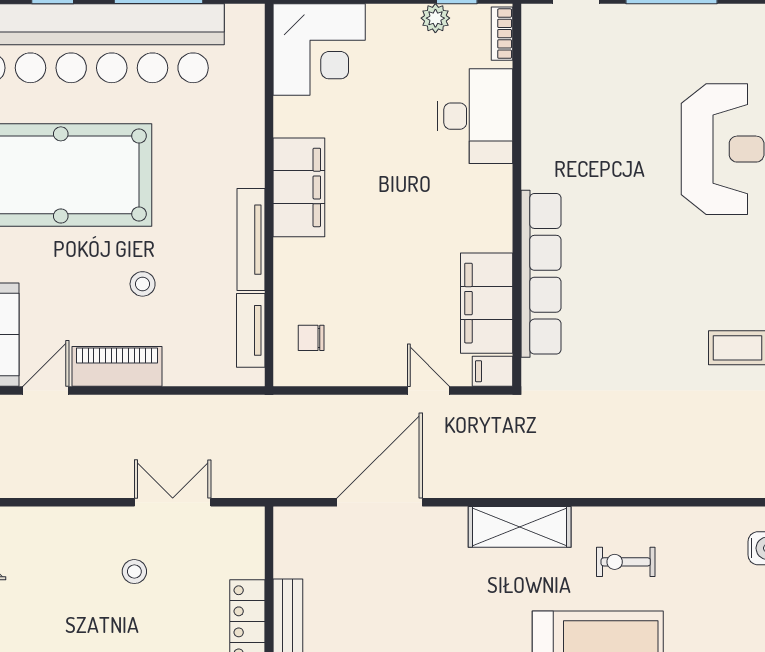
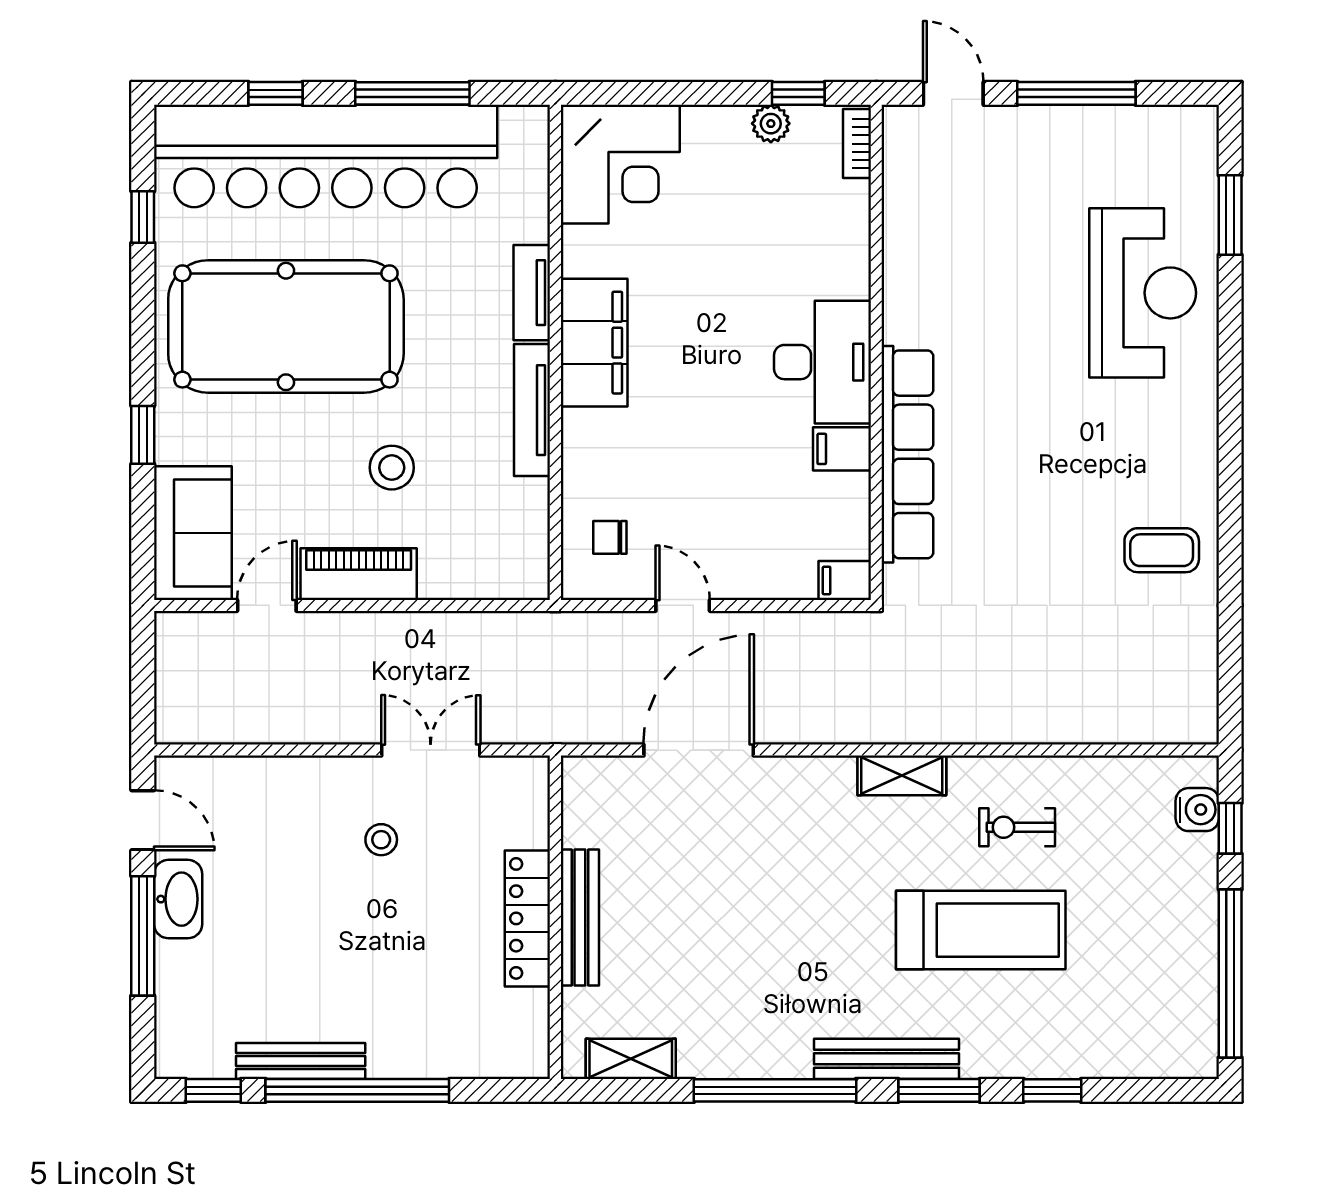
desk: (475, 116) -> (822, 362), moved
stool: (143, 284) -> (392, 468), width x1.37, depth x1.37
filing cabinet: (487, 303) -> (842, 449), width x0.33, depth x0.86
tv unit: (251, 330) -> (532, 293), moved
door: (428, 391) -> (683, 605), moved
shelving: (520, 527) -> (902, 775), width x0.67, depth x0.75

